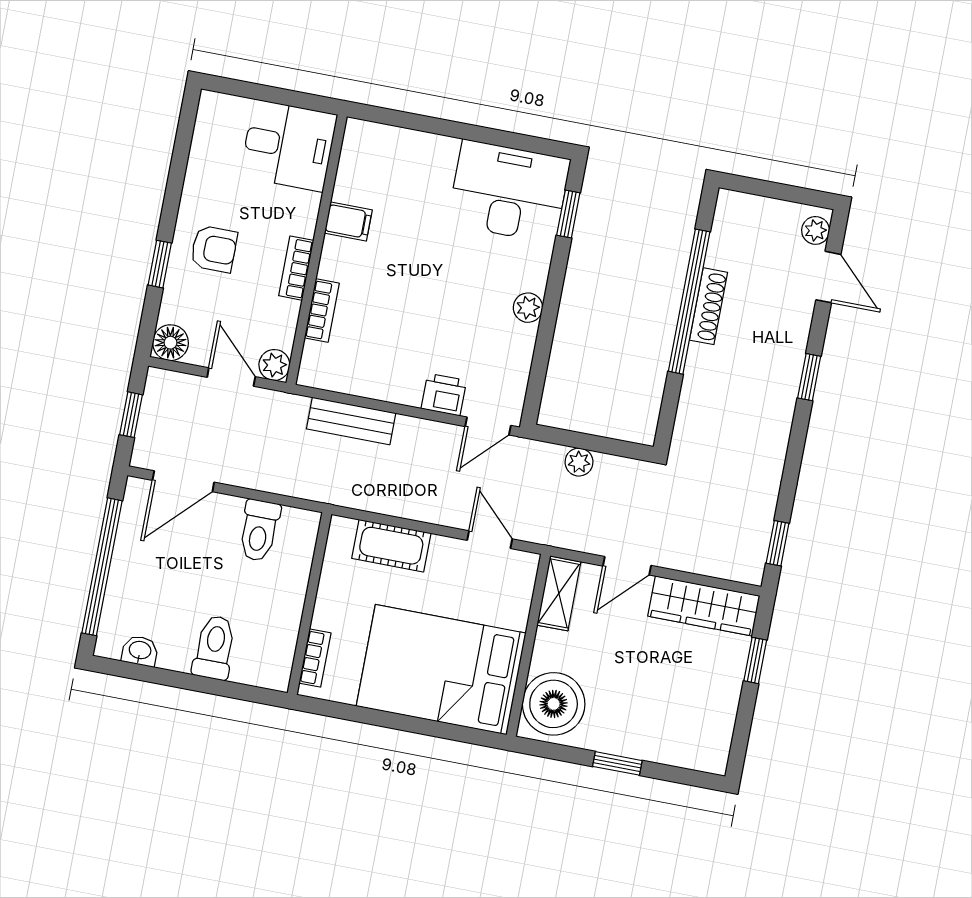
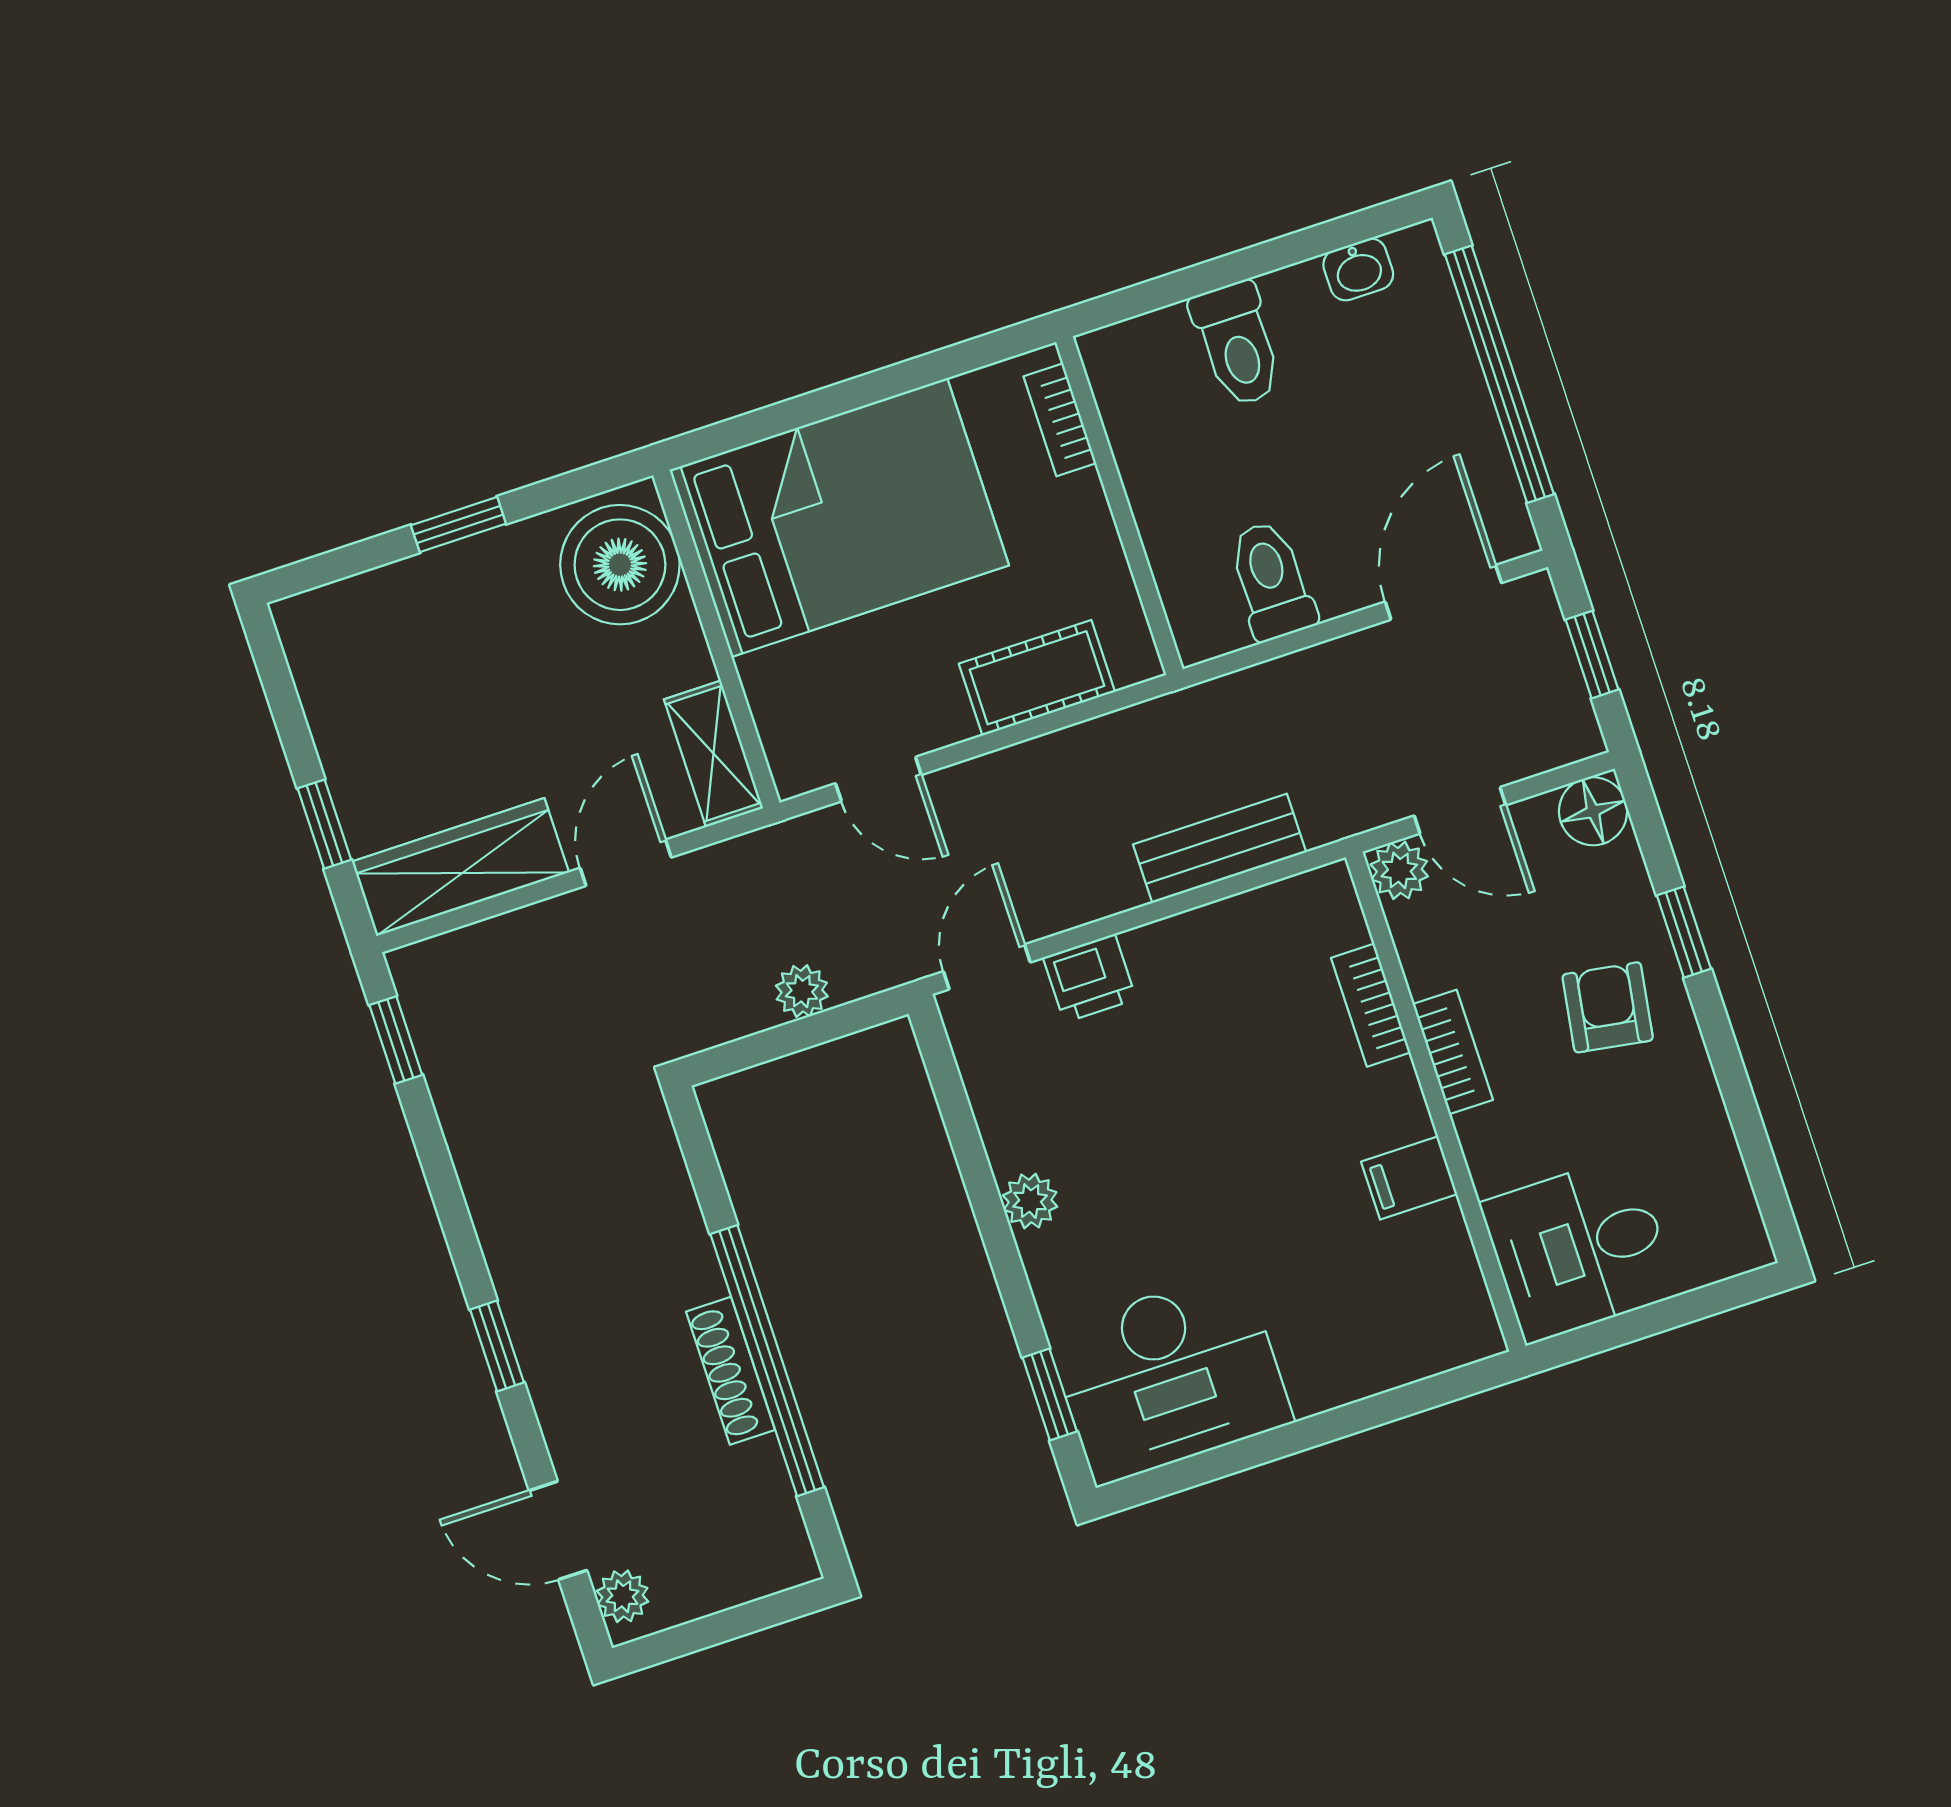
armchair: (214, 249) -> (1608, 1007), turned 99

